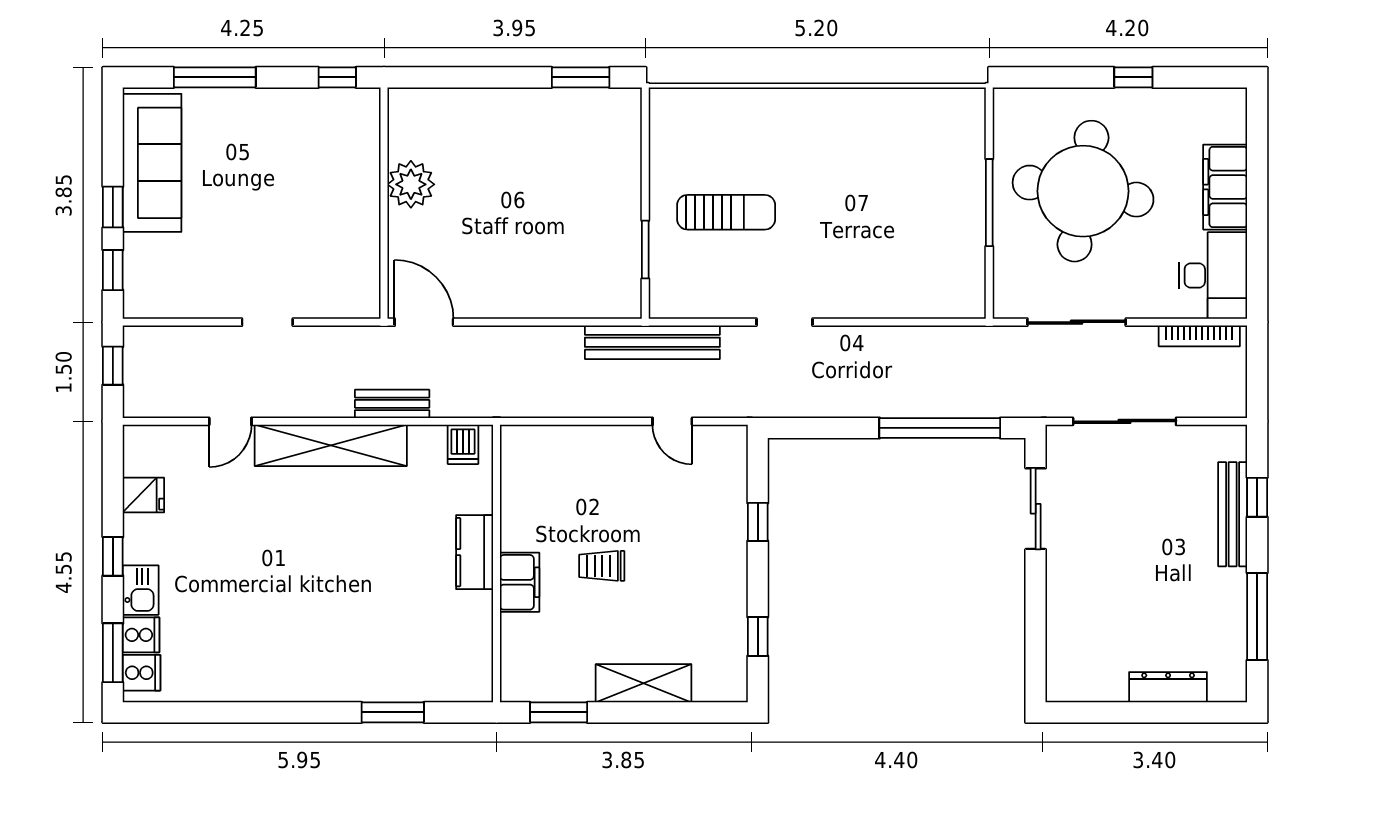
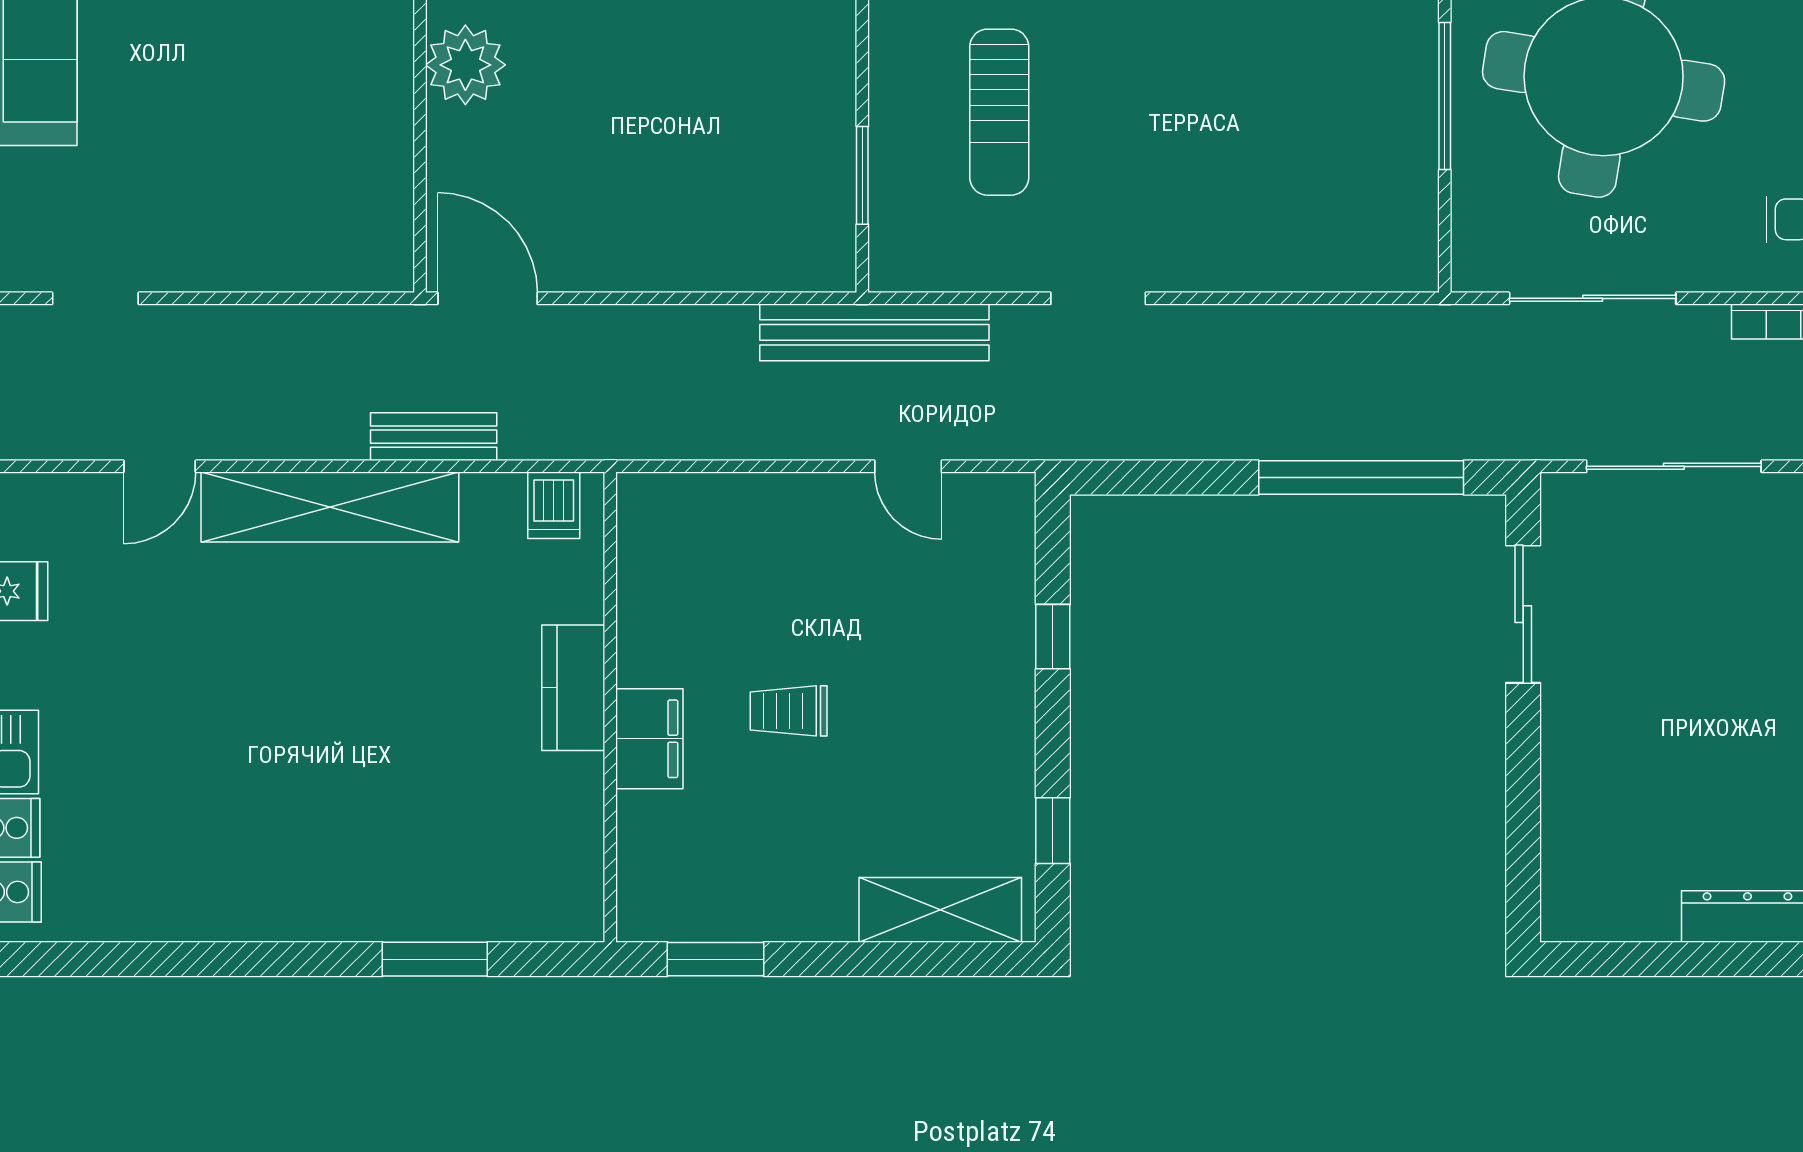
sun lounger: (726, 212) -> (999, 112), turned 90
doorway: (267, 322) -> (95, 298), moved
shelving: (644, 683) -> (940, 910), moved

